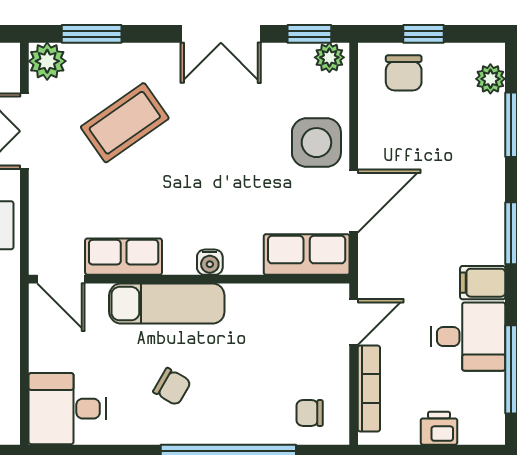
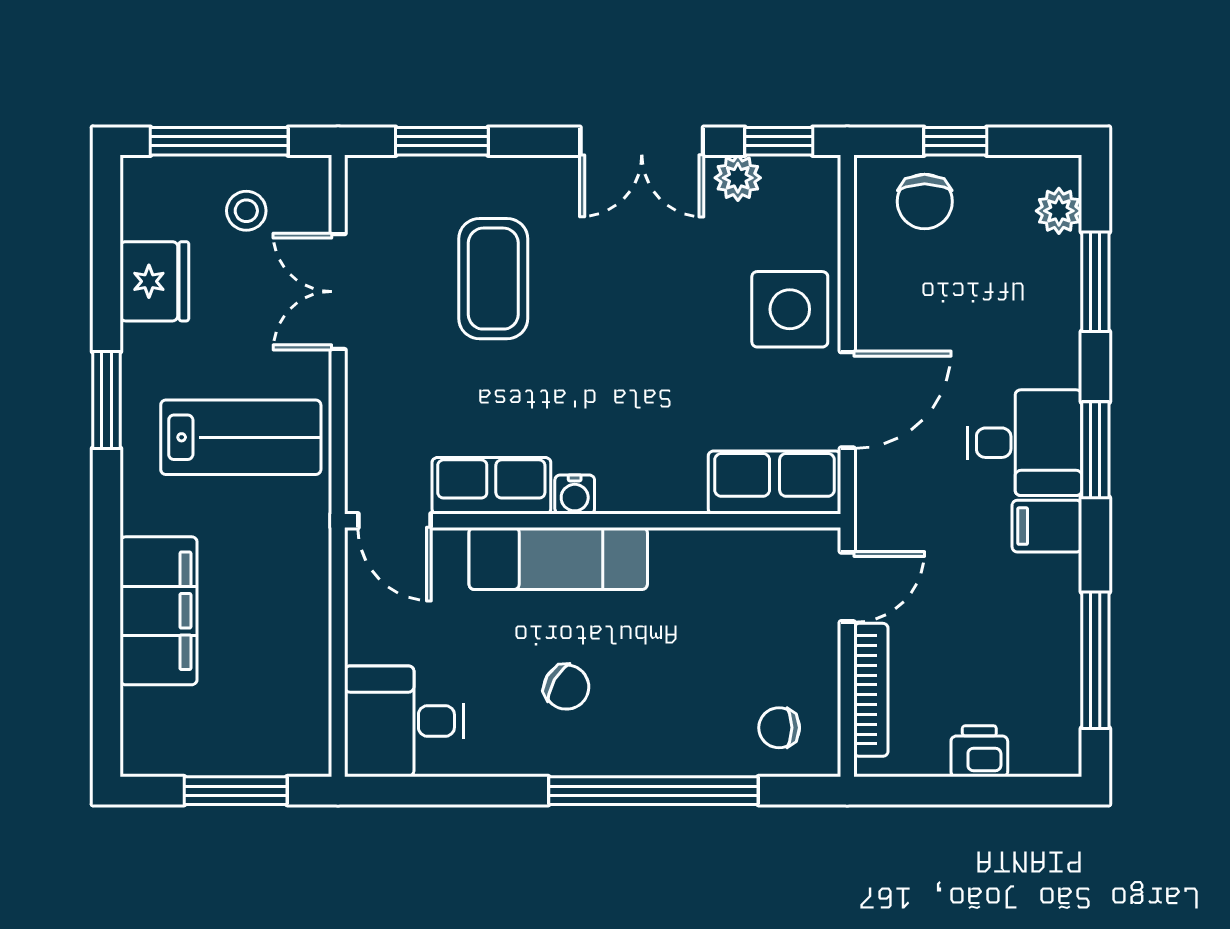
plant: (329, 57) -> (738, 178), moved
plant: (47, 61) -> (373, 184), removed
coffee table: (125, 123) -> (493, 279), turned -55
water cooler: (210, 262) -> (575, 494), moved
desk: (468, 337) -> (1025, 443), moved

